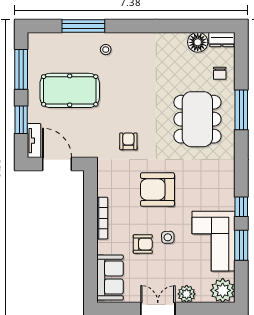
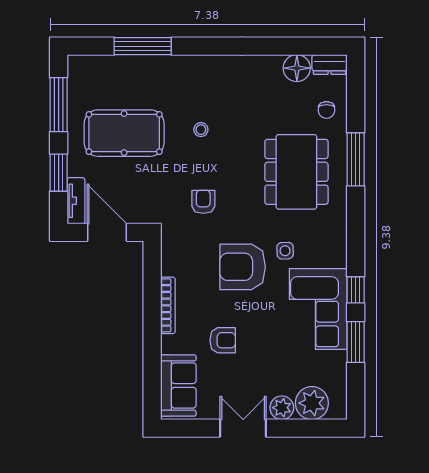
stool: (106, 50) -> (201, 130), moved
side table: (168, 237) -> (285, 251), moved
corner sofa: (214, 241) -> (318, 309), moved
plant: (223, 290) -> (312, 403), moved

